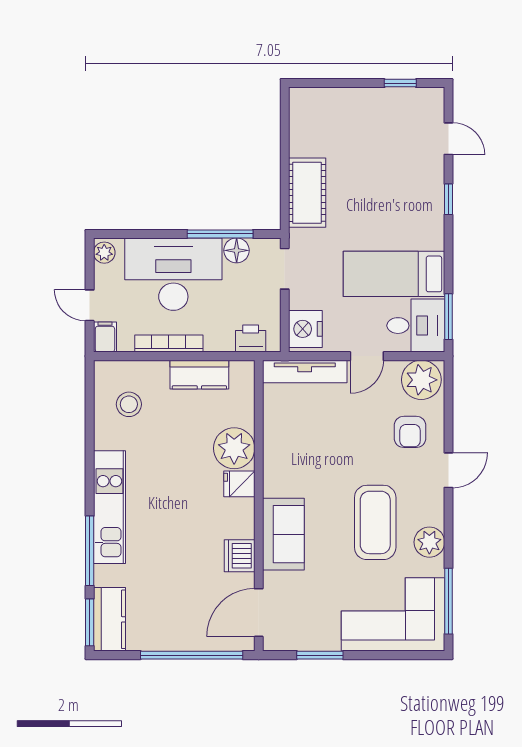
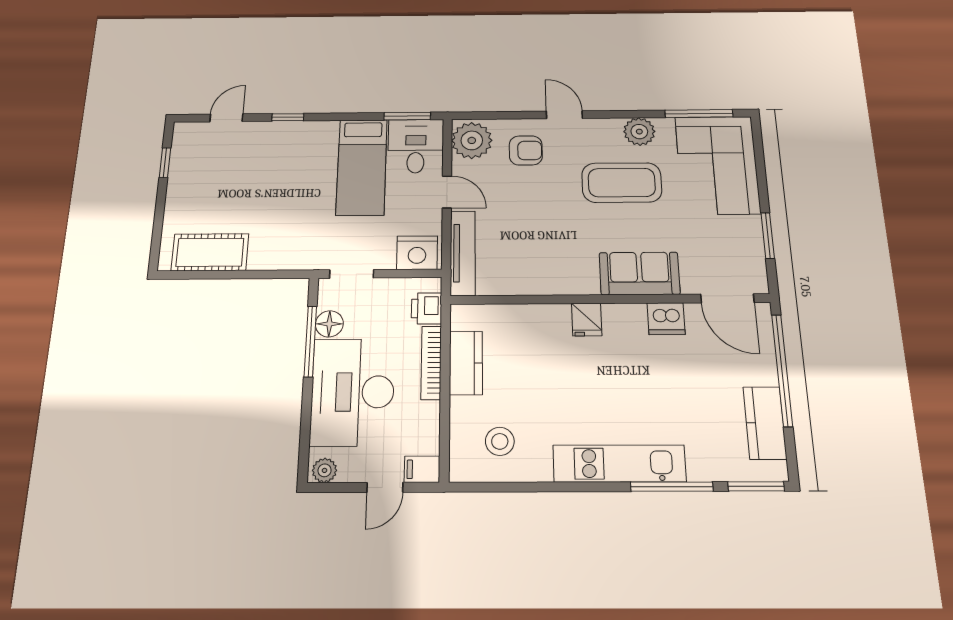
cot: (307, 193) -> (210, 252), moved
bookcase: (169, 344) -> (431, 363), moved
plant: (234, 448) -> (547, 325), removed
kitchen counter: (109, 619) -> (765, 423), moved, turned -90

